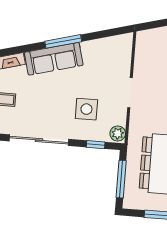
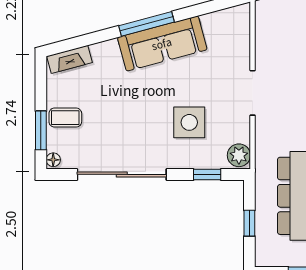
sofa: (54, 59) -> (162, 44), moved
window: (121, 179) -> (249, 223), width x0.46

